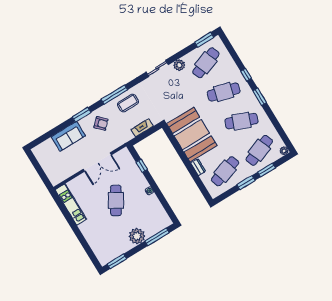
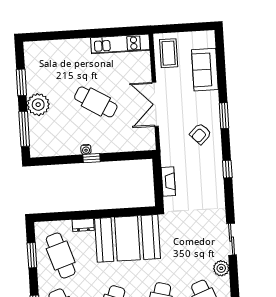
window: (114, 95) -> (227, 169), width x0.46
coffee table: (128, 103) -> (169, 53), moved
sofa: (68, 136) -> (205, 70), moved
window: (142, 166) -> (91, 158), moved
window: (246, 183) -> (32, 255), moved
window: (117, 261) -> (21, 82), moved

